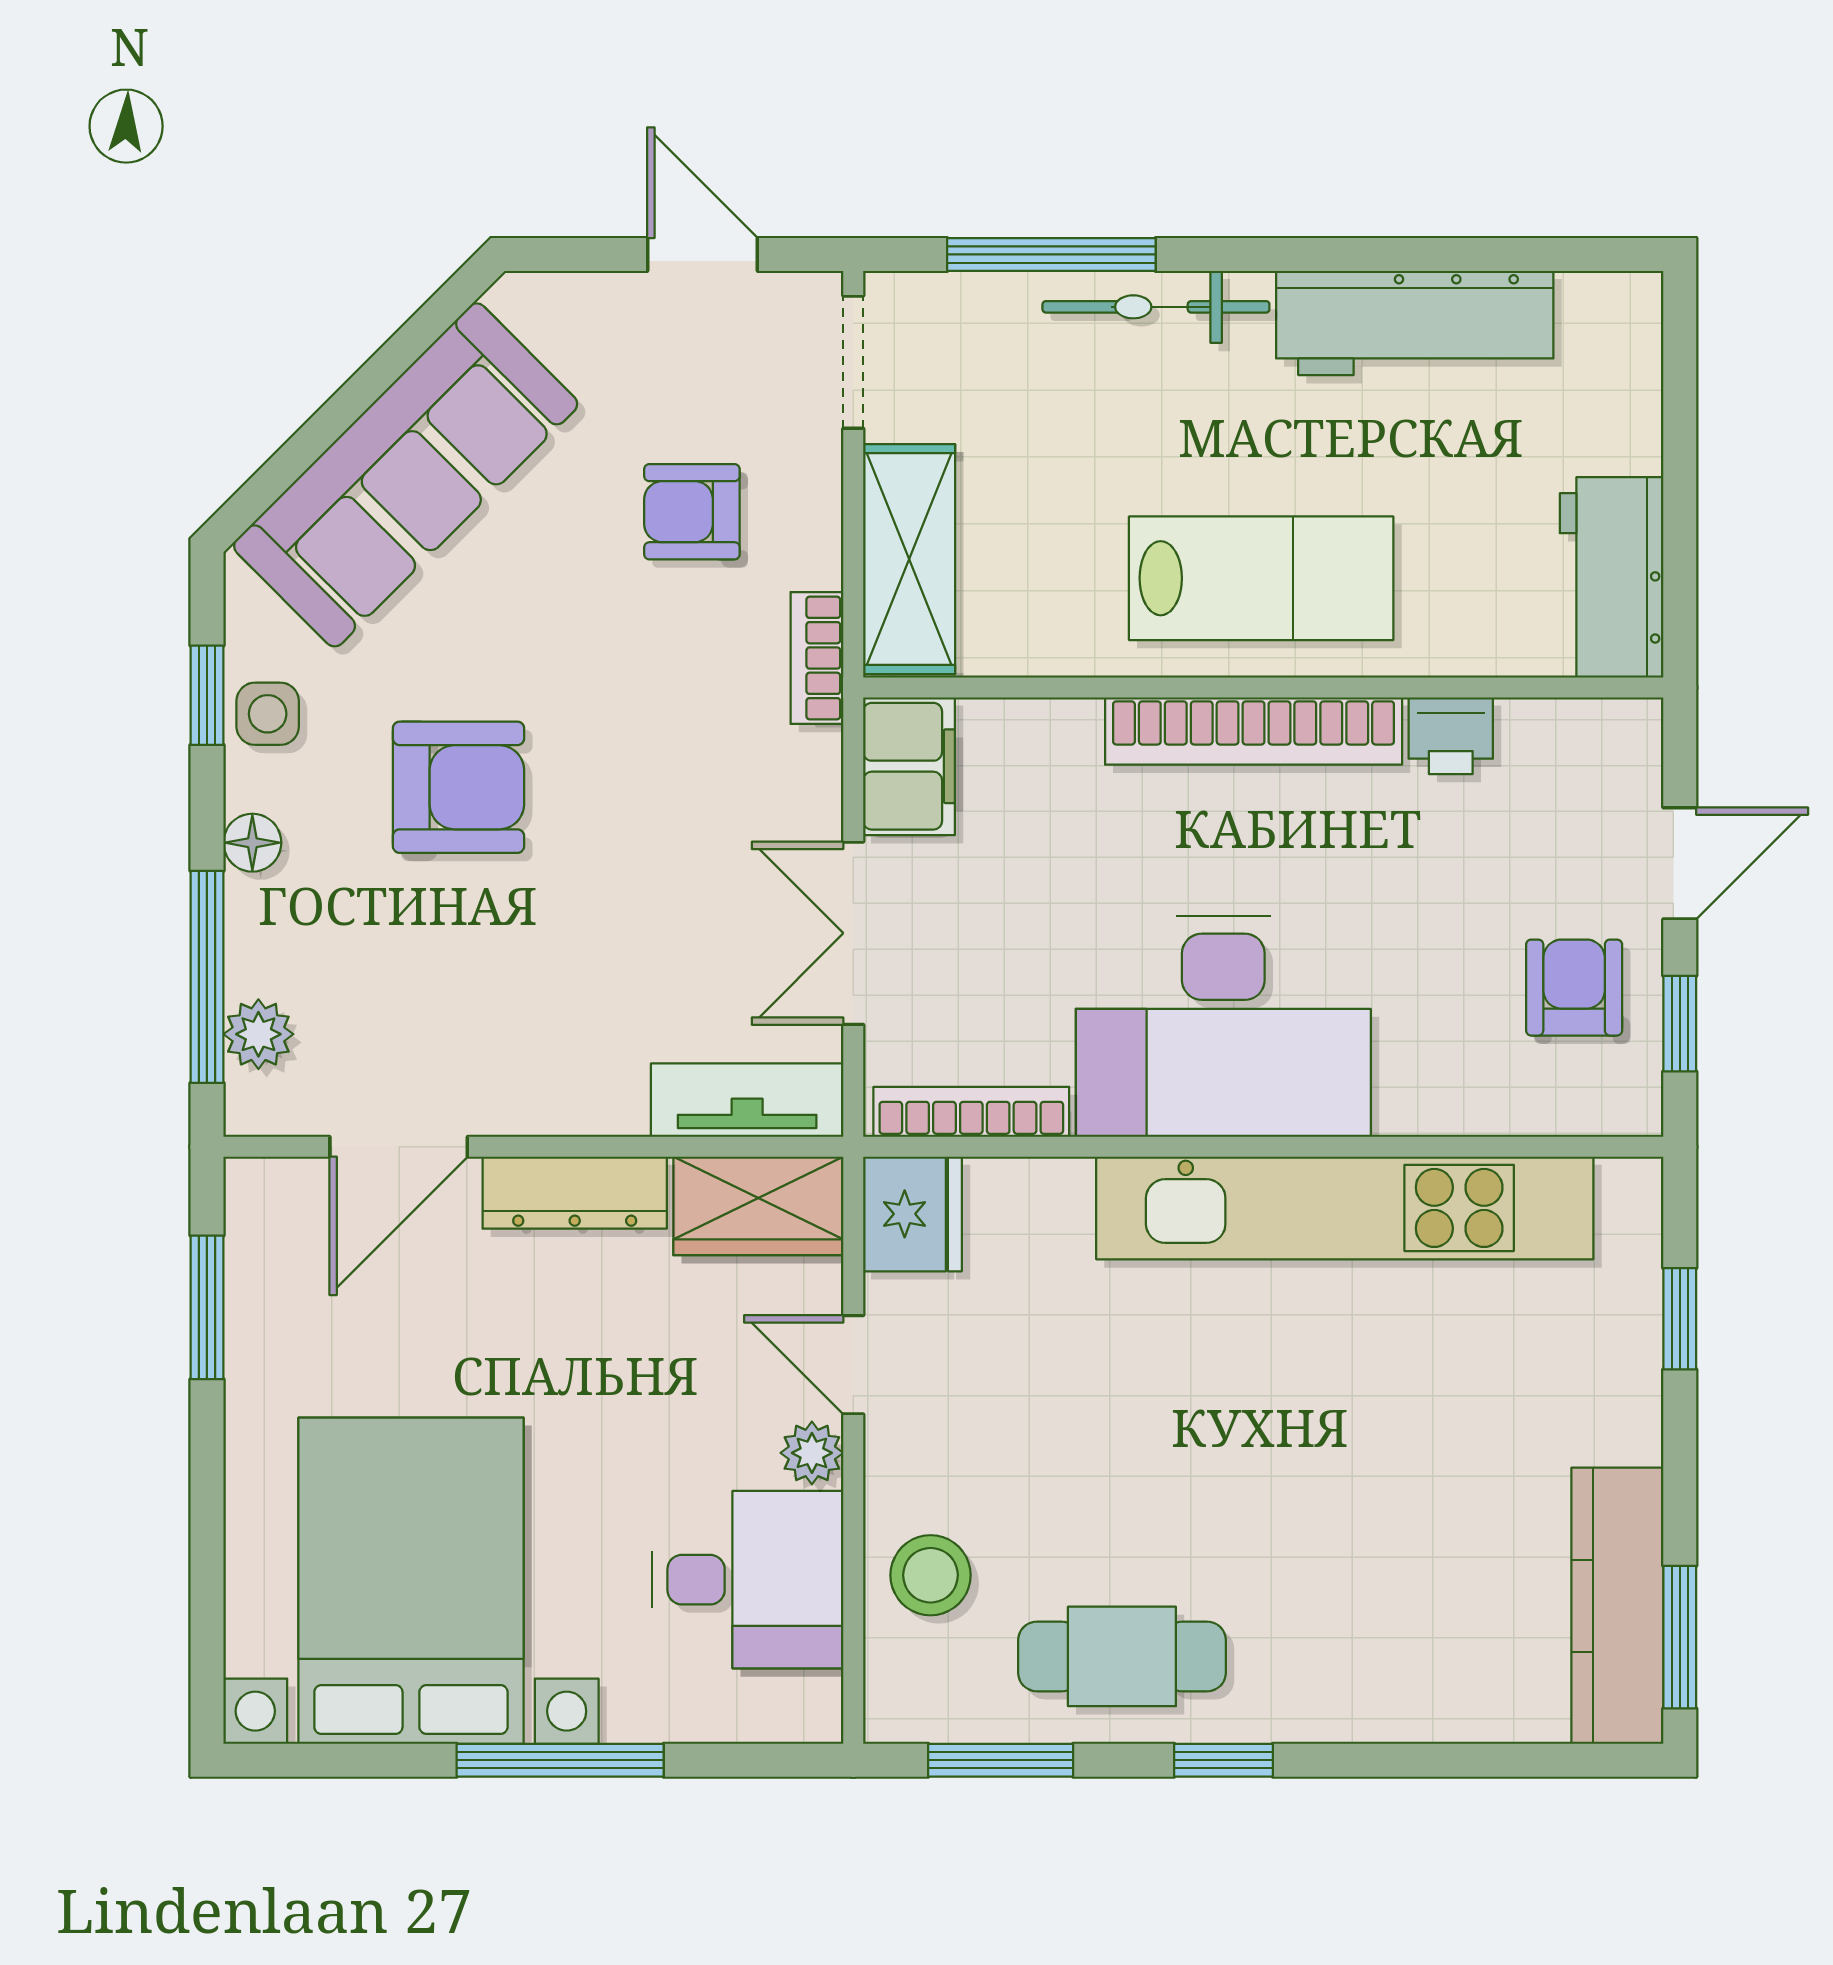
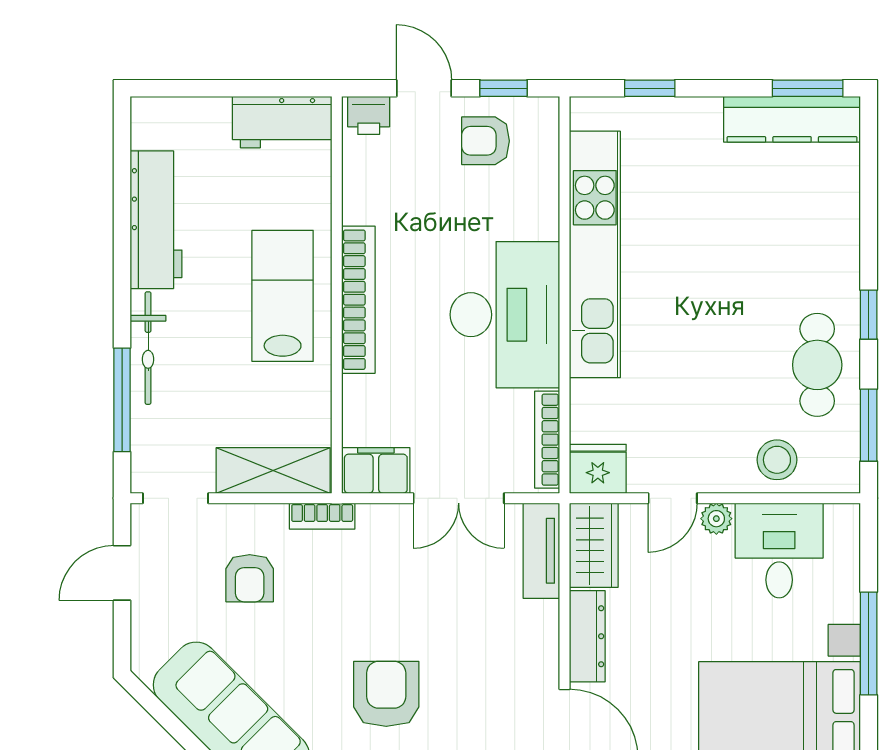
printer: (1451, 736) -> (369, 115), moved, turned 90

